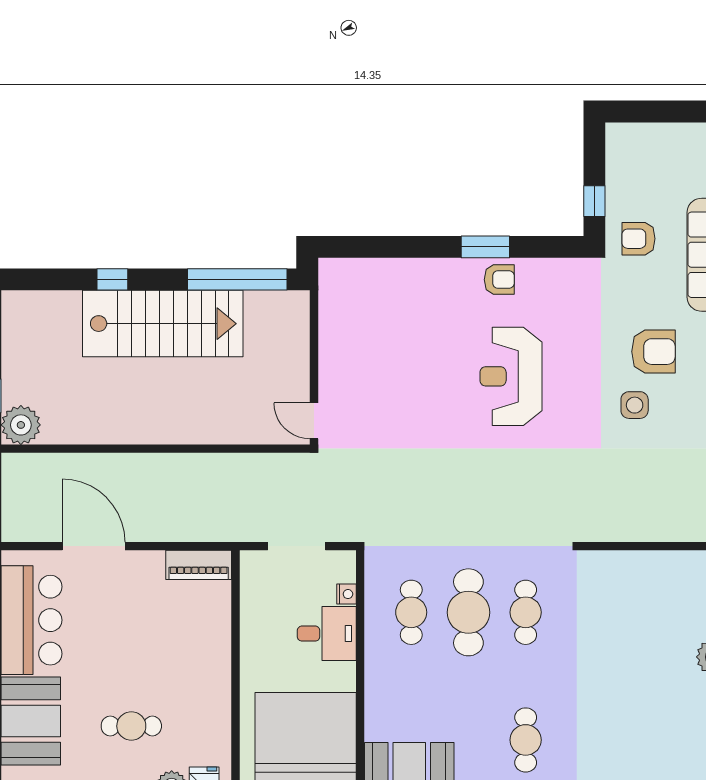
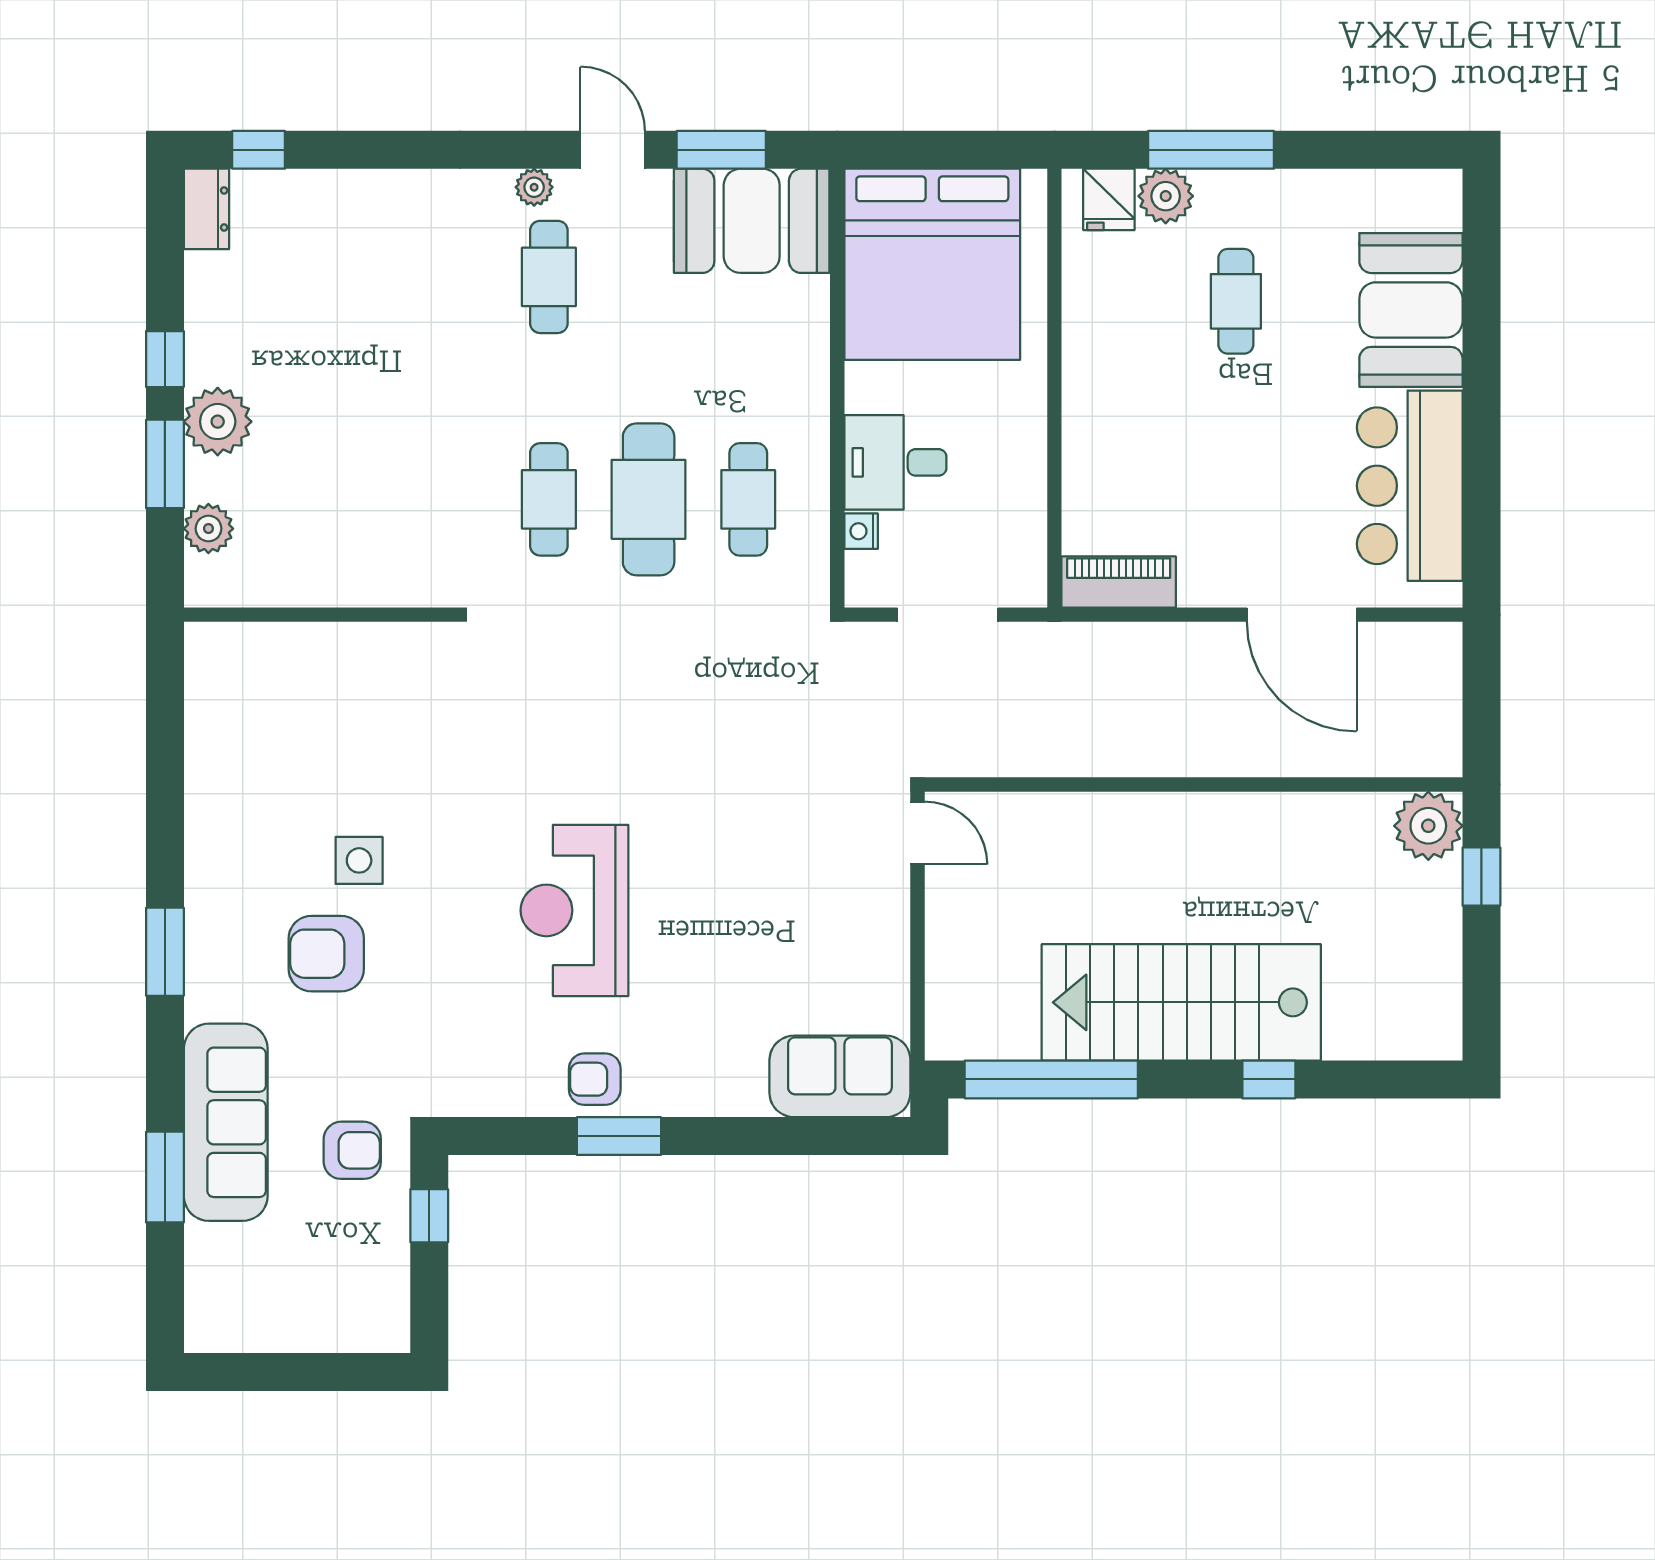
sofa: (359, 281) -> (840, 1076), added
reception desk: (511, 376) -> (574, 910), turned 180
cafe table: (131, 726) -> (1236, 301), turned 90

